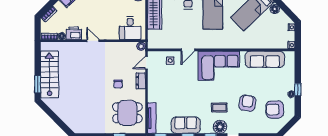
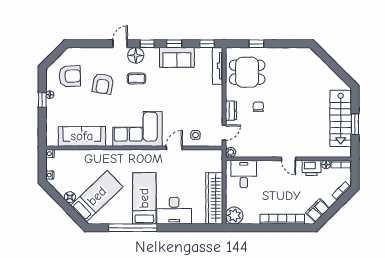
window: (38, 84) -> (355, 124), moved

